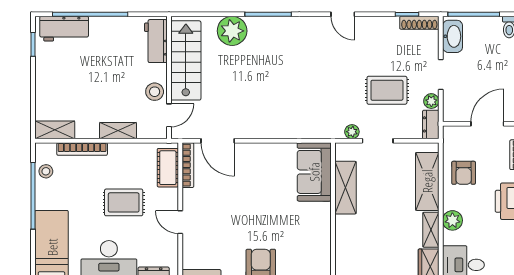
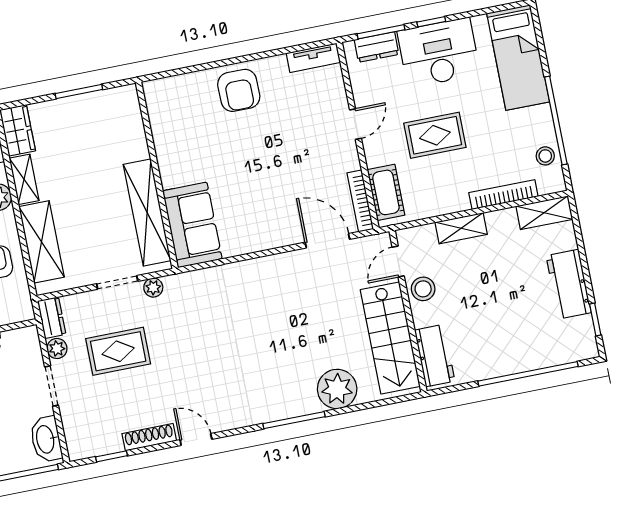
shoe rack: (419, 23) -> (149, 437), moved
workbench: (64, 29) -> (569, 284), moved, turned -90
shelving: (346, 188) -> (147, 212), width x1.47
door: (180, 222) -> (355, 124), hinge flipped

